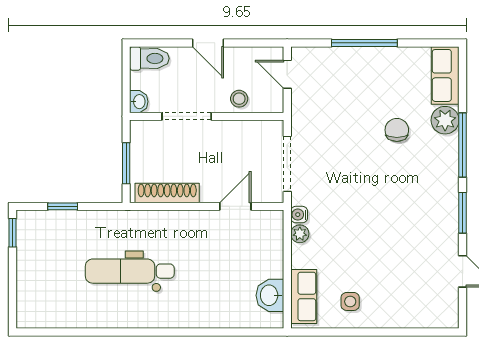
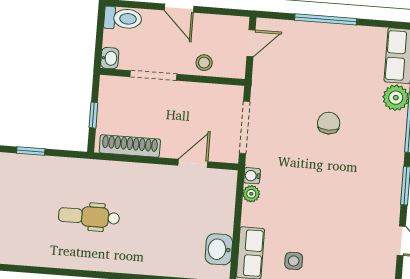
door: (287, 74) -> (251, 43), swing flipped
chair: (397, 130) -> (329, 123), moved
window: (126, 163) -> (93, 115), width x0.67
dental chair: (130, 271) -> (89, 217), width x0.73, depth x0.72

